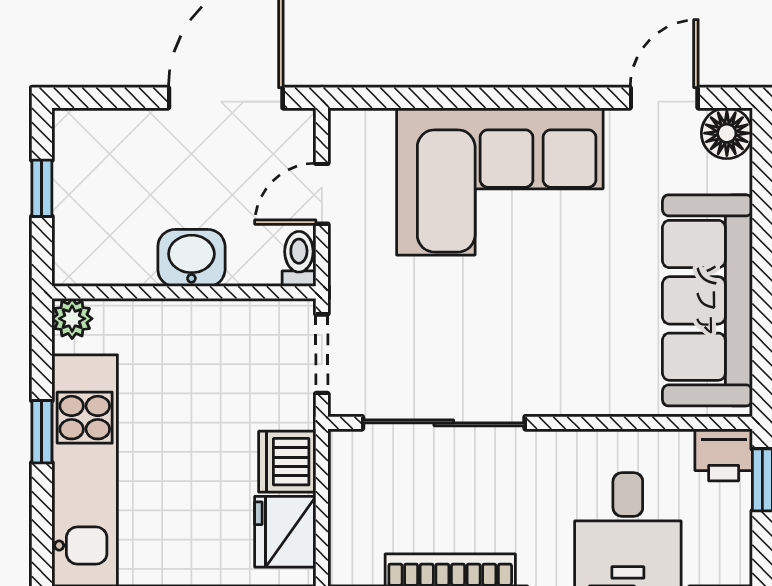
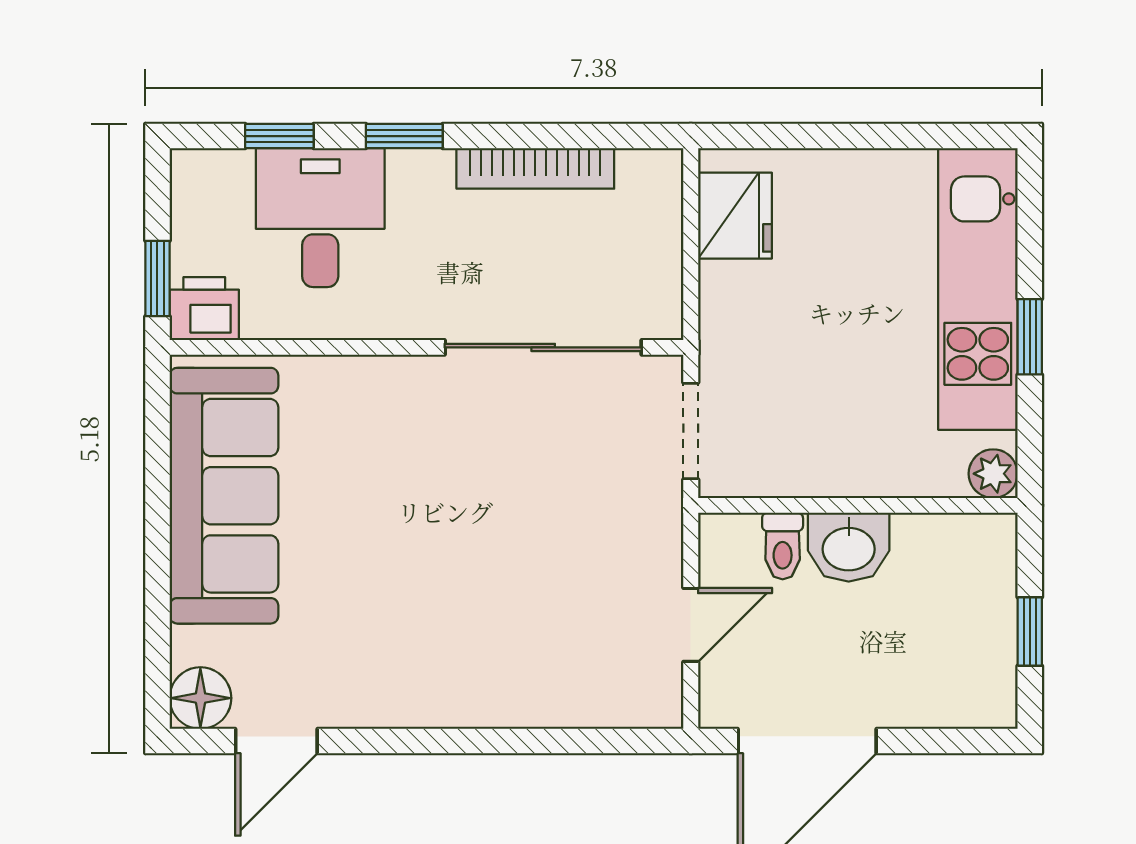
corner sofa: (500, 181) -> (475, 640), removed
toilet: (299, 259) -> (783, 546), moved
dishwasher: (287, 462) -> (733, 300), removed

